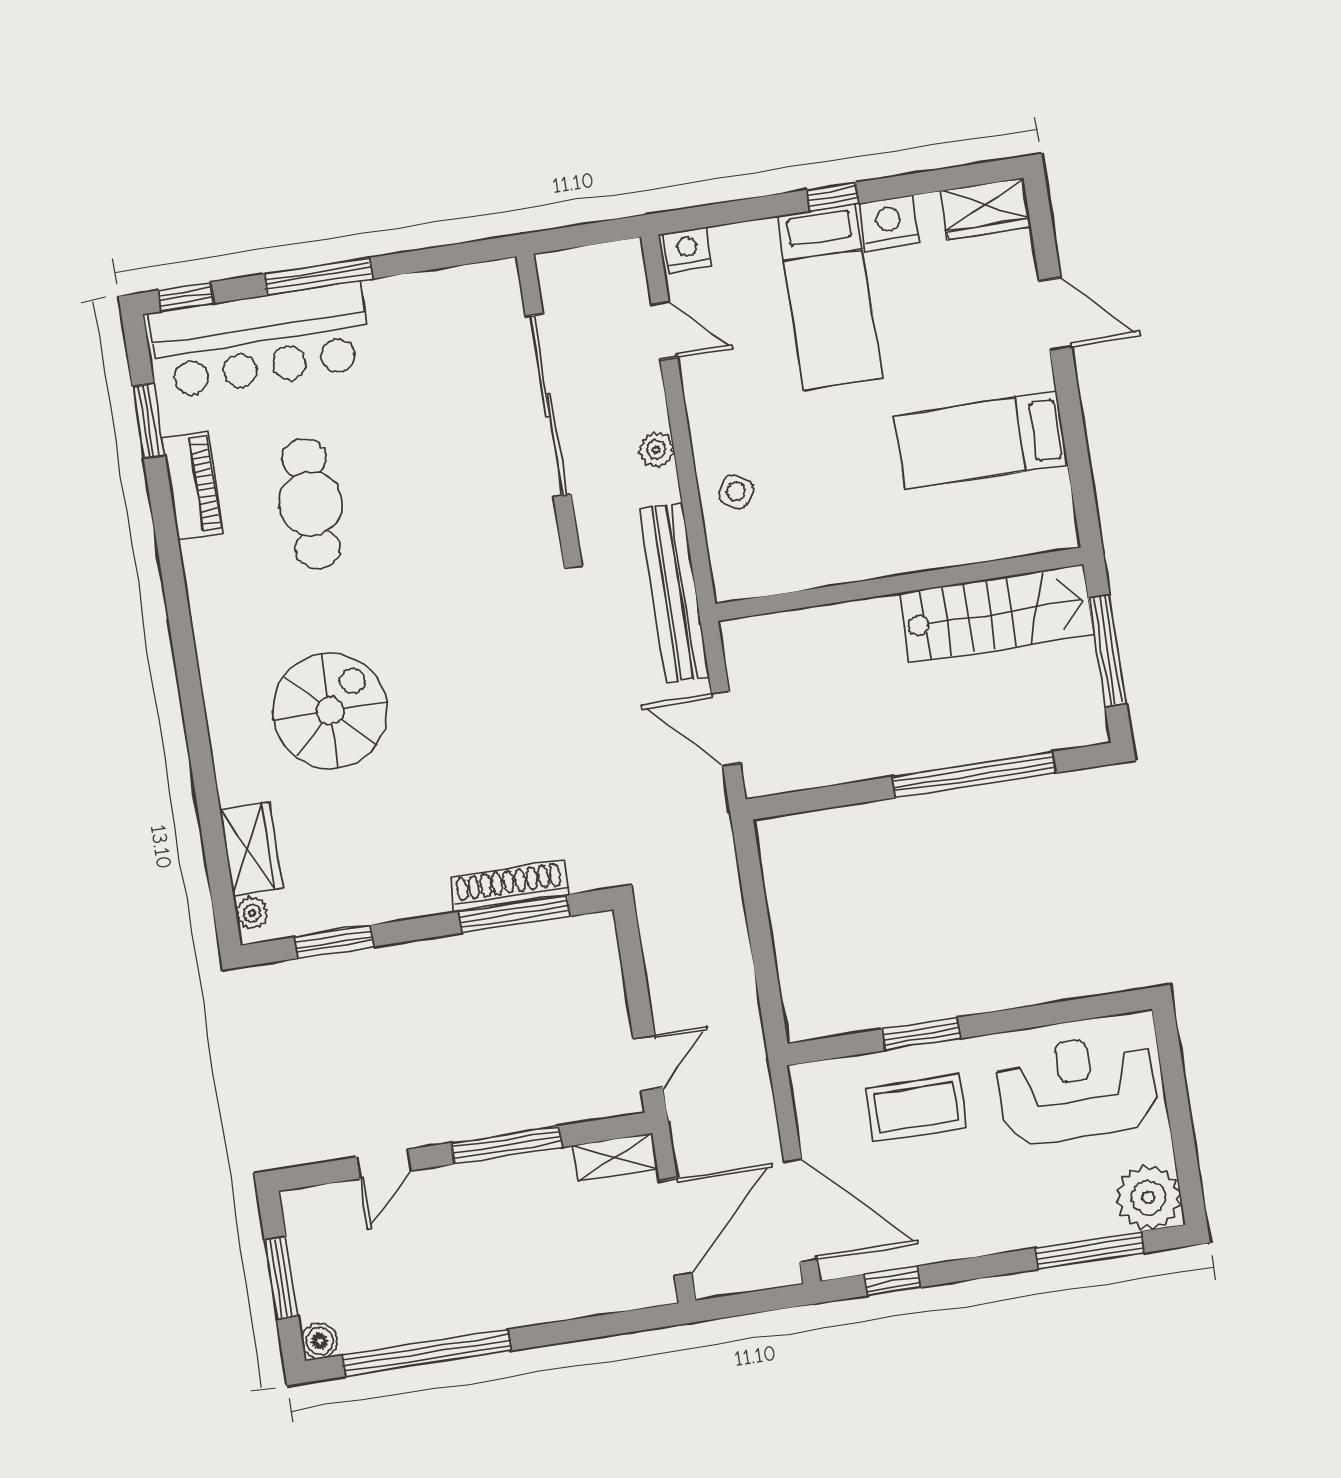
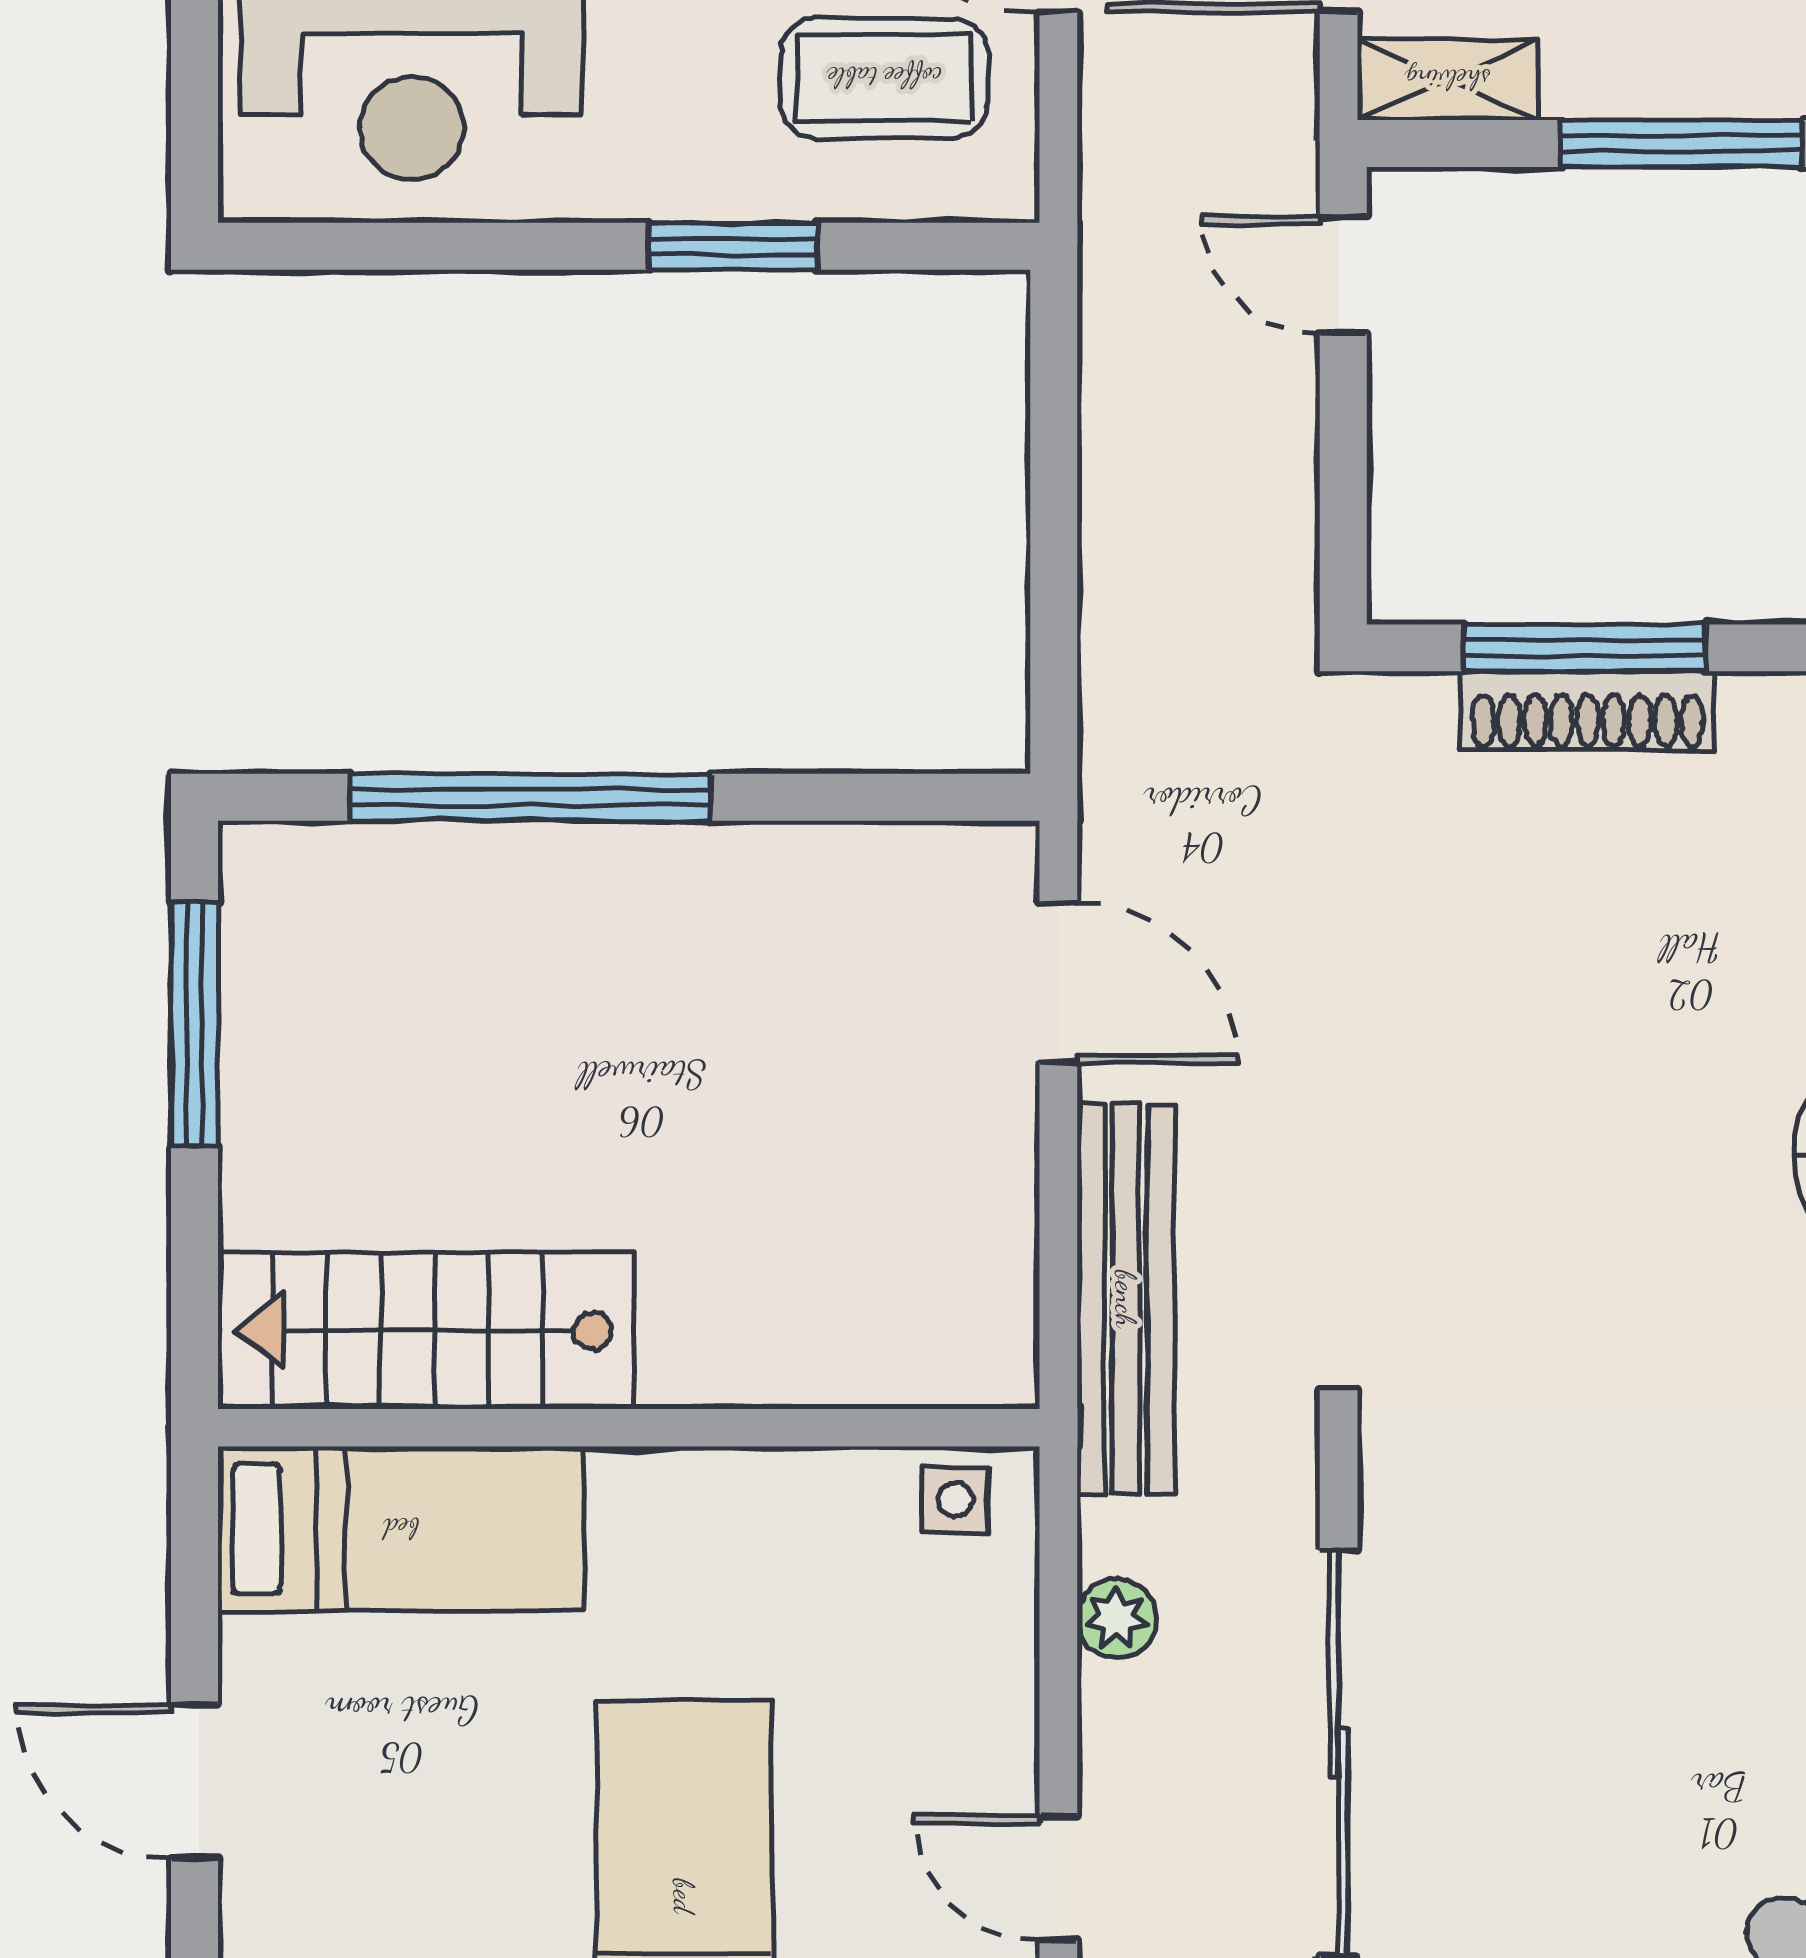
side table: (736, 491) -> (955, 1500), turned -32
wall: (899, 584) -> (629, 1428), moved
stairs: (996, 613) -> (426, 1331), moved
door: (648, 1063) -> (1343, 275), hinge flipped
coffee table: (916, 1108) -> (884, 78), moved

